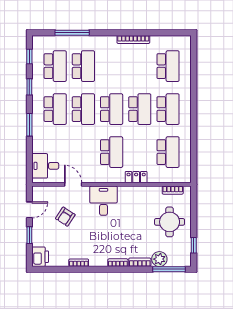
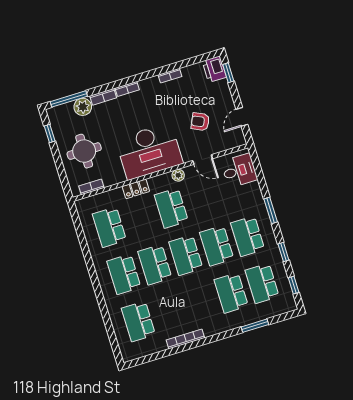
window: (72, 33) -> (255, 326), width x0.69
plant: (97, 178) -> (178, 175), added
desk: (103, 201) -> (149, 151), width x1.87, depth x1.30
armchair: (65, 217) -> (200, 122), turned -98
window: (29, 235) -> (228, 73), moved

